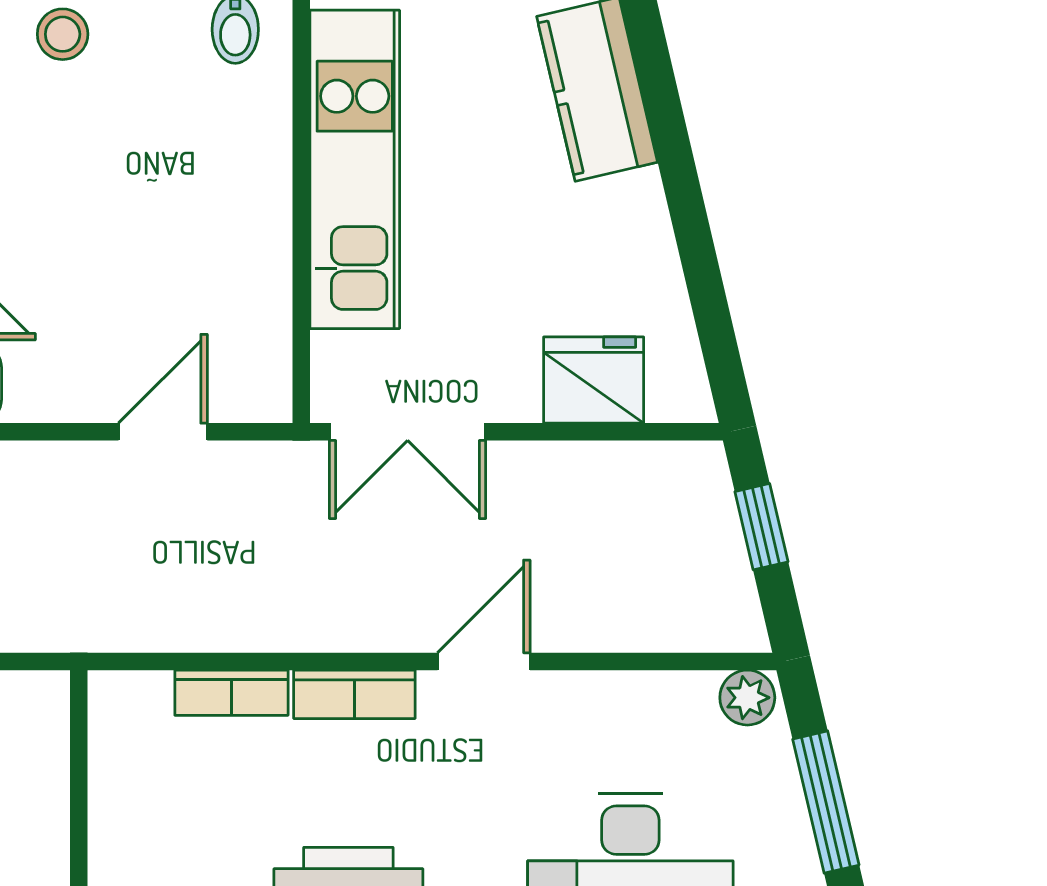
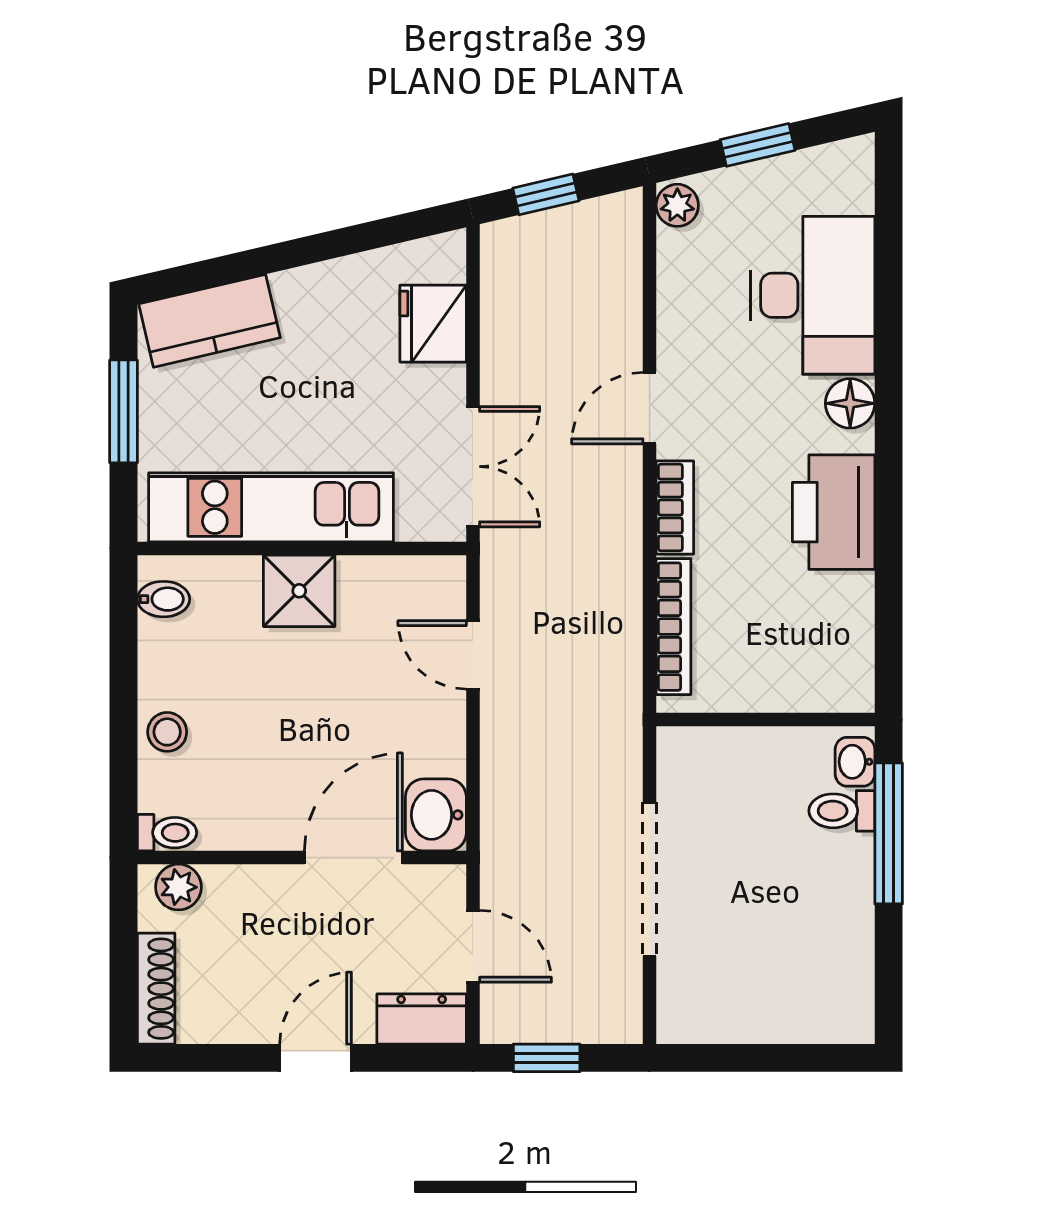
shower: (246, 206) -> (299, 591), added
door: (484, 661) -> (650, 408), hinge flipped
bookcase: (231, 693) -> (674, 627), width x1.56
window: (826, 802) -> (758, 145), width x0.67

